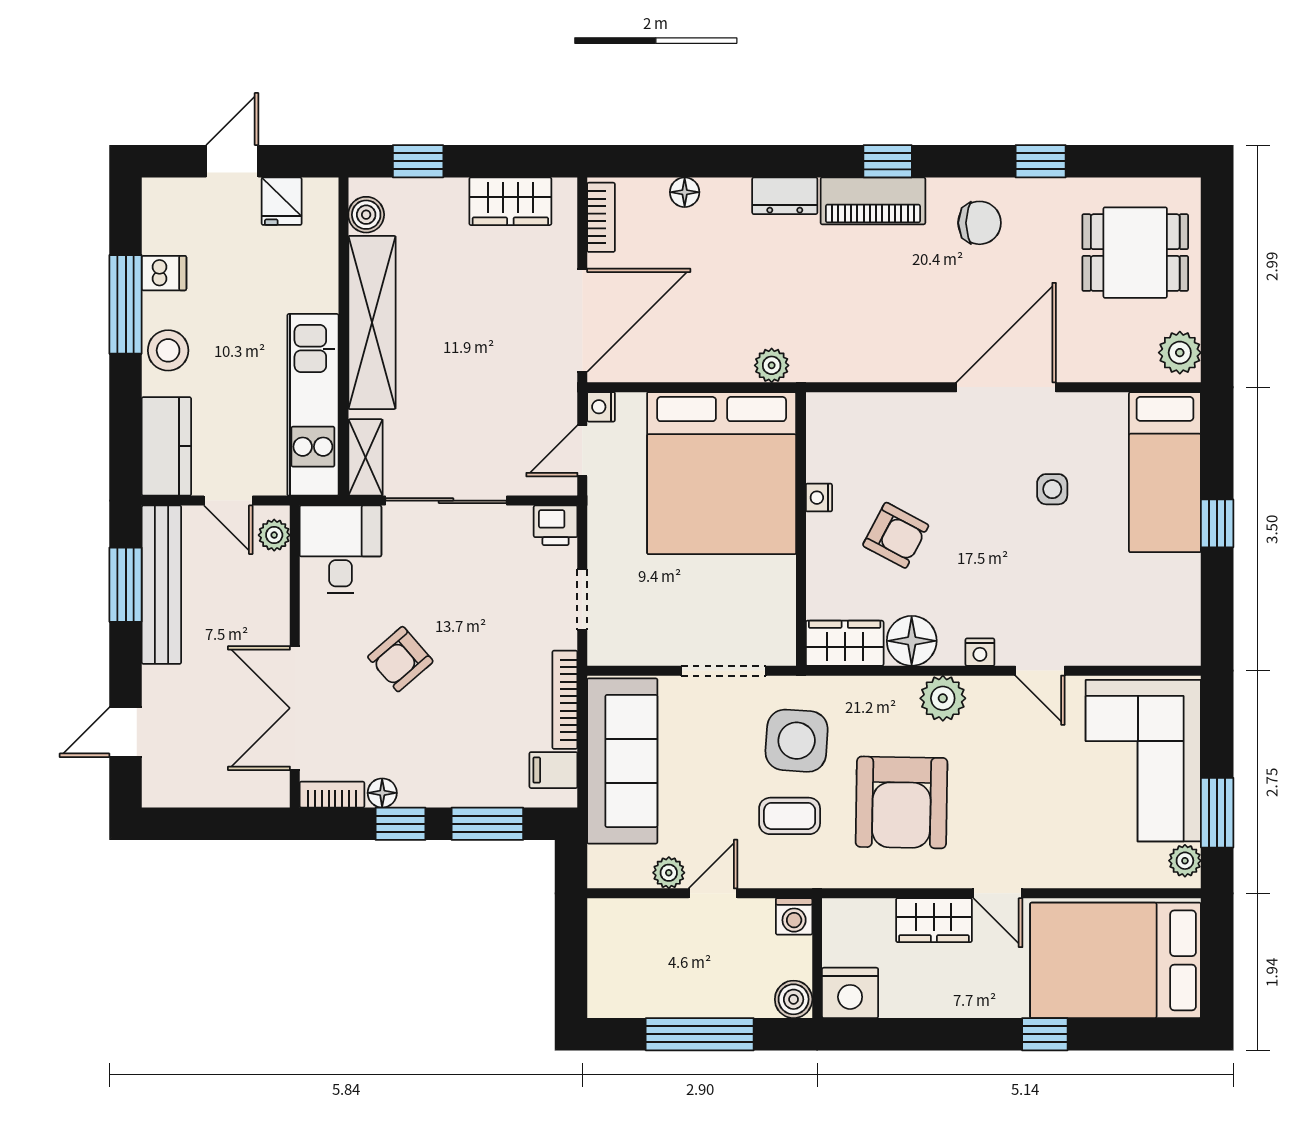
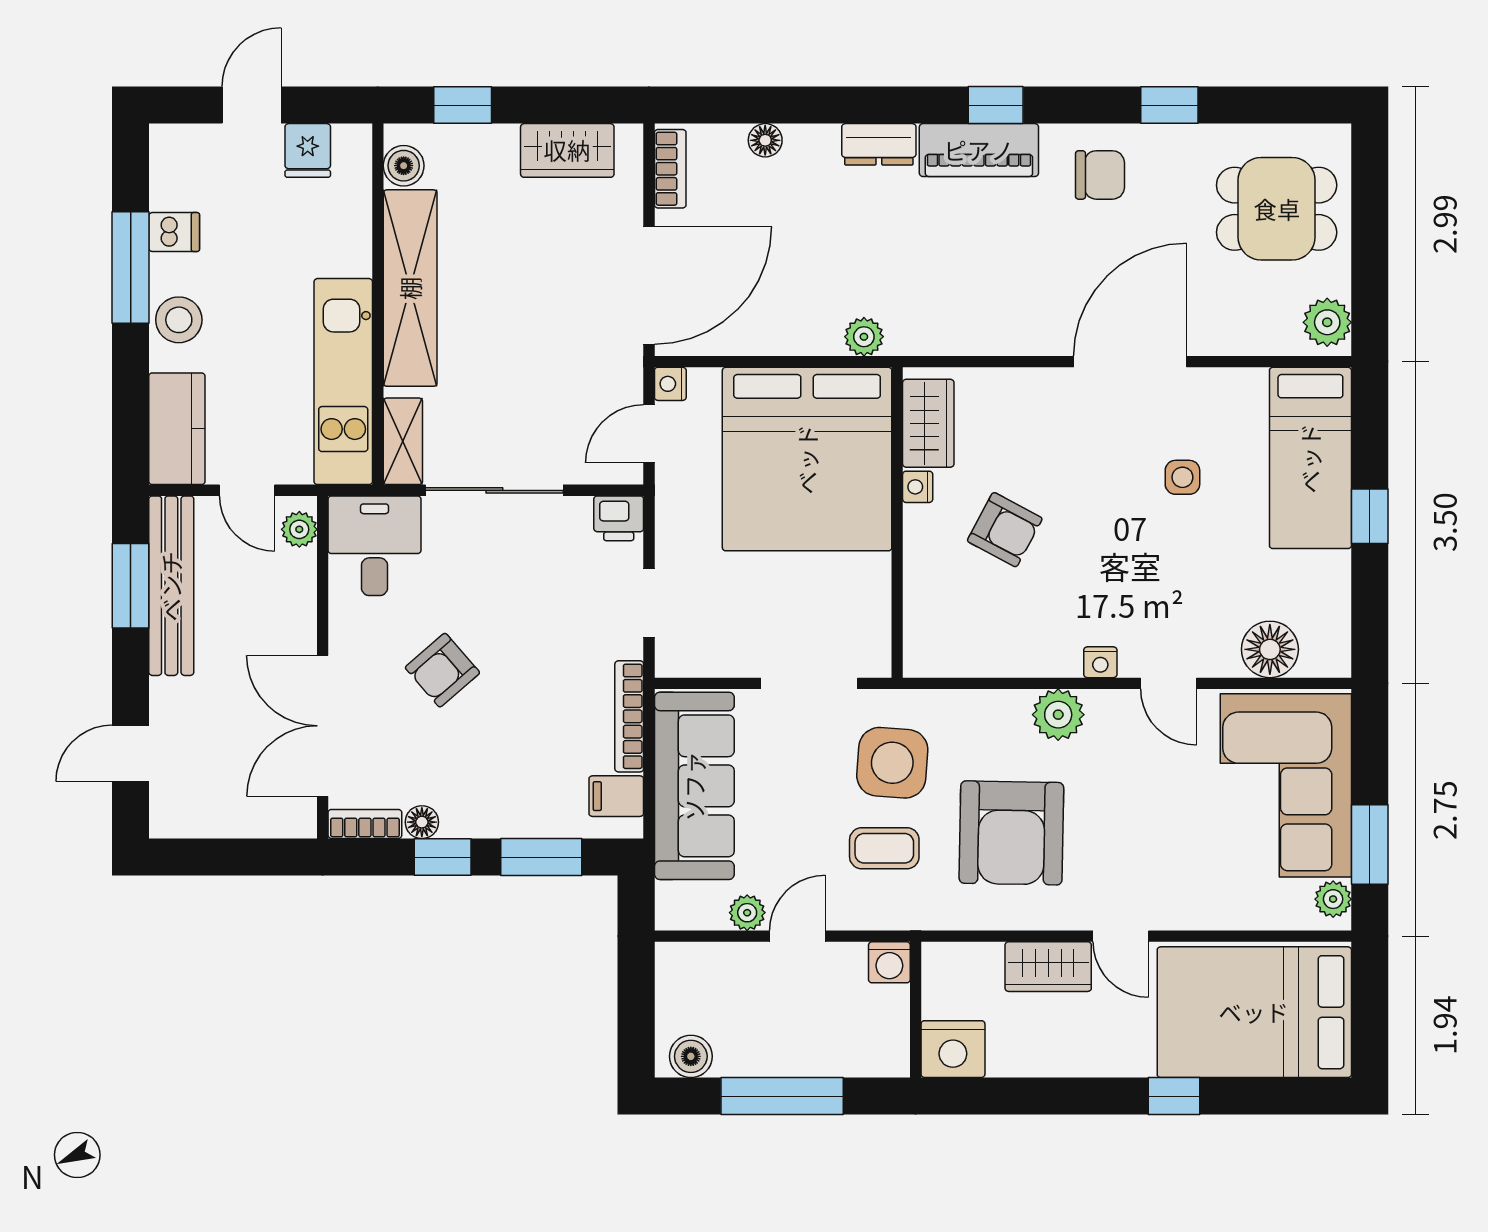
floor lamp: (912, 641) -> (1270, 649), moved
wardrobe: (845, 643) -> (928, 423), moved, turned 90
boiler: (794, 999) -> (691, 1056), moved

